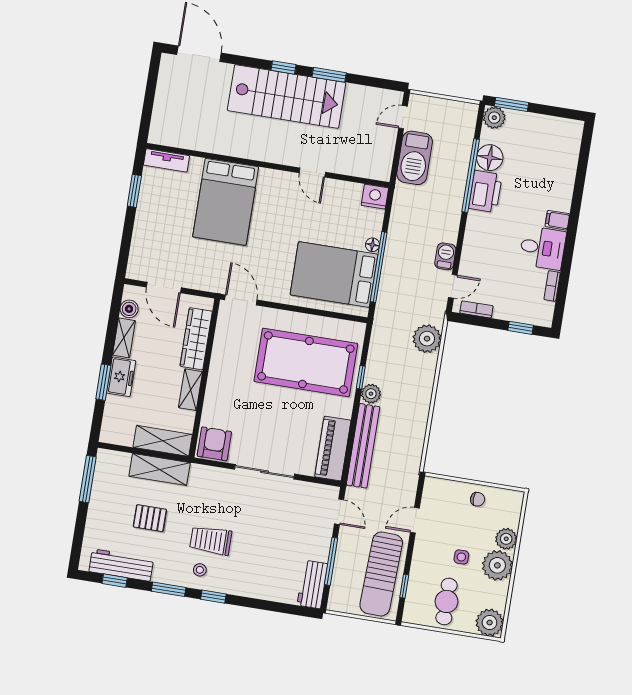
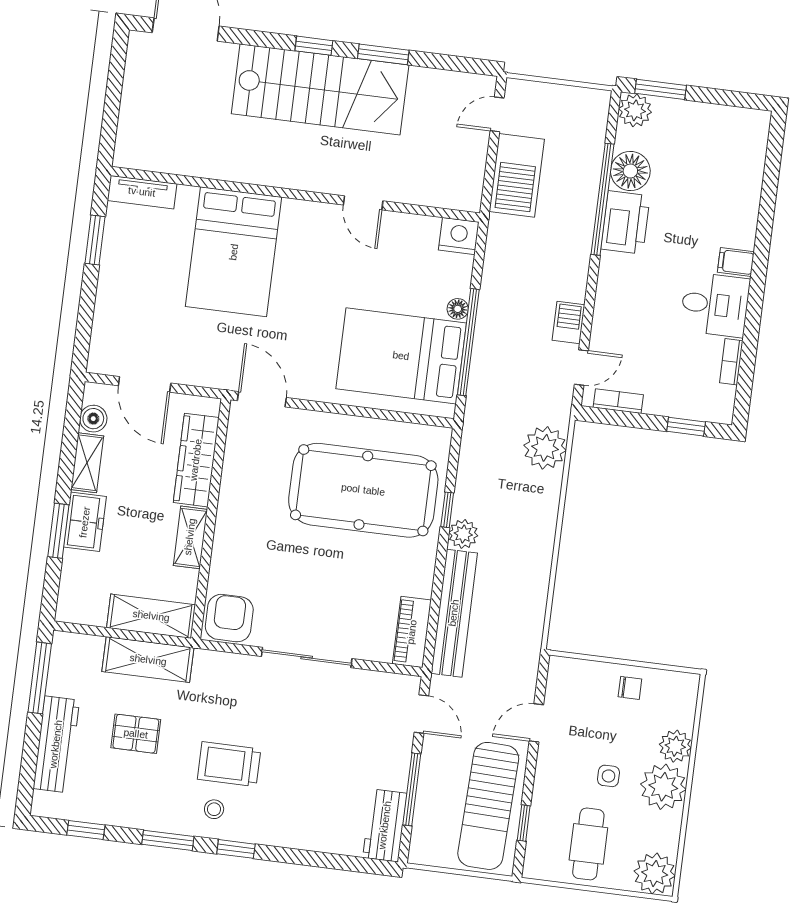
piano: (333, 449) -> (412, 632), width x0.73, depth x0.75
workbench: (121, 565) -> (56, 744), moved, turned 90

